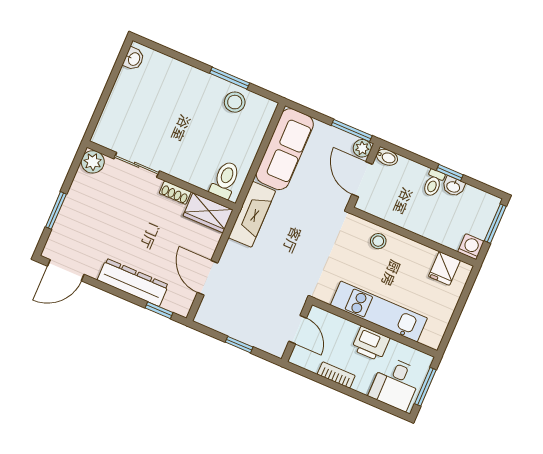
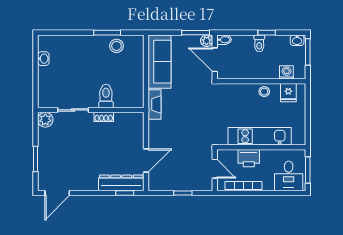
washbasin: (134, 59) -> (43, 59), moved
toilet: (225, 180) -> (106, 96), moved
washbasin: (453, 187) -> (297, 40), moved
wardrobe: (208, 213) -> (129, 121), removed
fireplace: (252, 214) -> (154, 104), width x0.73, depth x0.76
stool: (378, 241) -> (264, 92), moved
washing machine: (471, 247) -> (286, 72), moved
door: (207, 278) -> (146, 161), swing flipped
dresser: (133, 282) -> (121, 183), moved
printer: (371, 344) -> (249, 158), moved
bookcase: (336, 375) -> (243, 186), width x1.56

